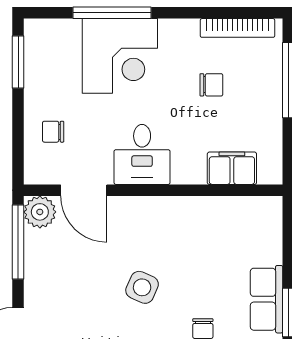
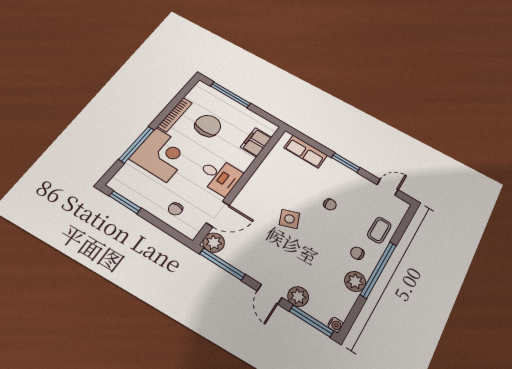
bookcase: (238, 28) -> (175, 115), moved
chair: (211, 85) -> (208, 126), width x1.87, depth x1.87
side table: (142, 287) -> (289, 219), turned 45
row of seats: (267, 299) -> (306, 152), moved

